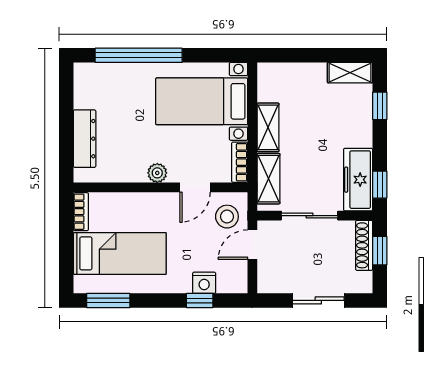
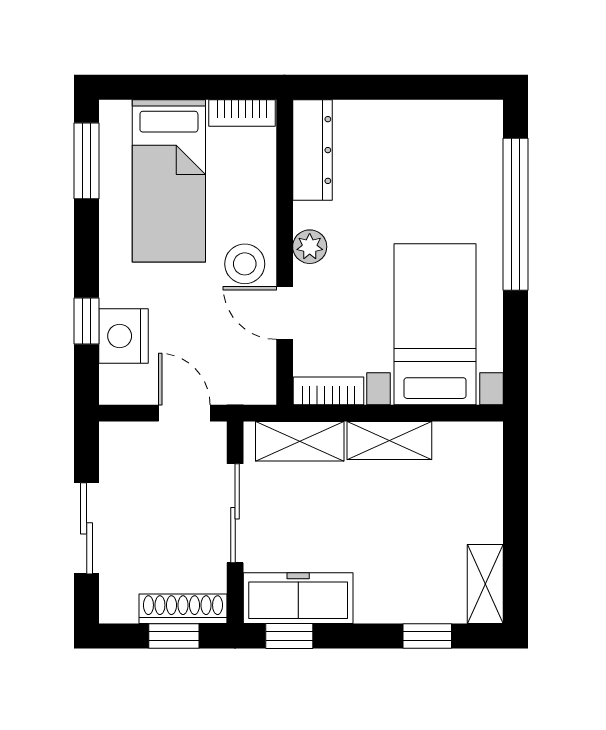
dresser: (85, 139) -> (312, 150), moved, turned -90
stool: (227, 217) -> (245, 264), moved
nightstand: (204, 283) -> (124, 336), width x1.36, depth x1.33

